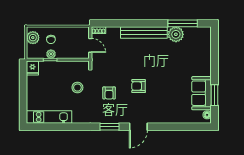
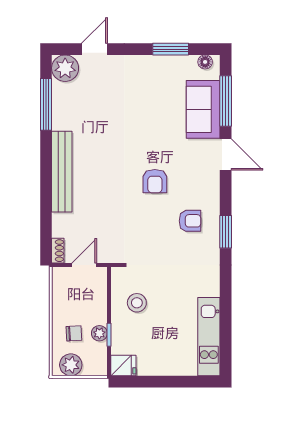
plant: (176, 34) -> (65, 68), moved
door: (214, 51) -> (94, 49), added
stool: (77, 88) -> (137, 303), moved
armchair: (109, 93) -> (190, 221), moved
sofa: (202, 93) -> (203, 109), moved, turned 90
door: (138, 127) -> (226, 155), moved
window: (185, 127) -> (226, 101), added

